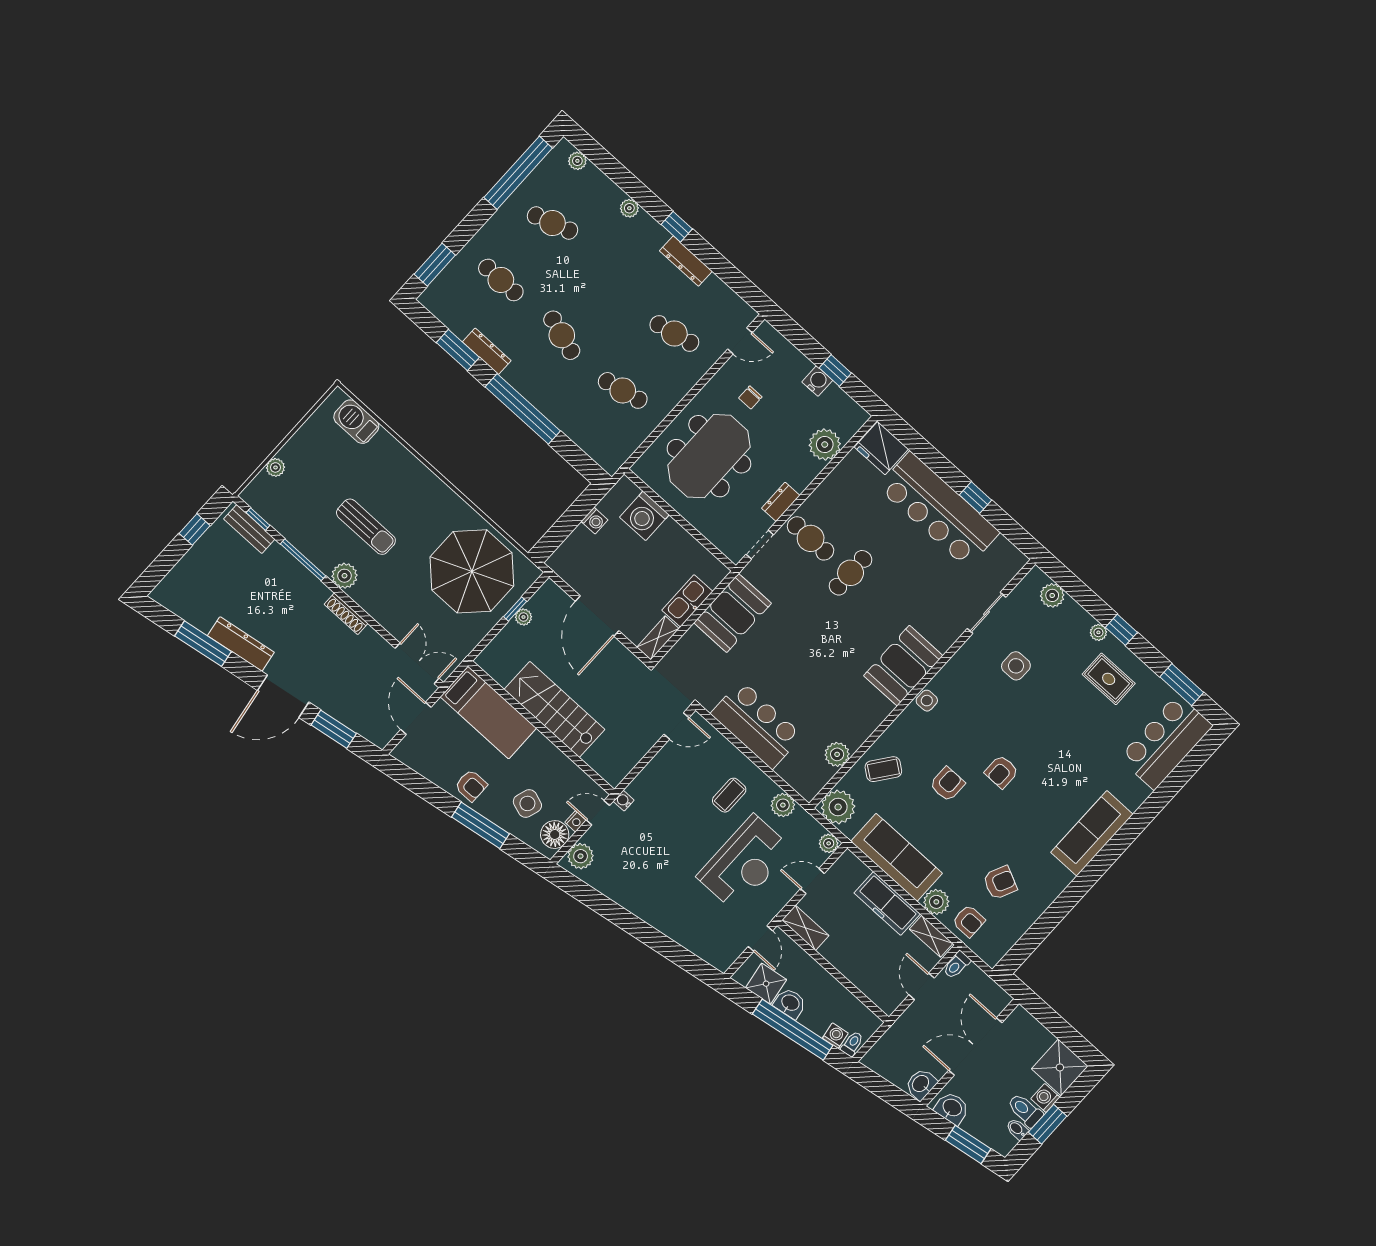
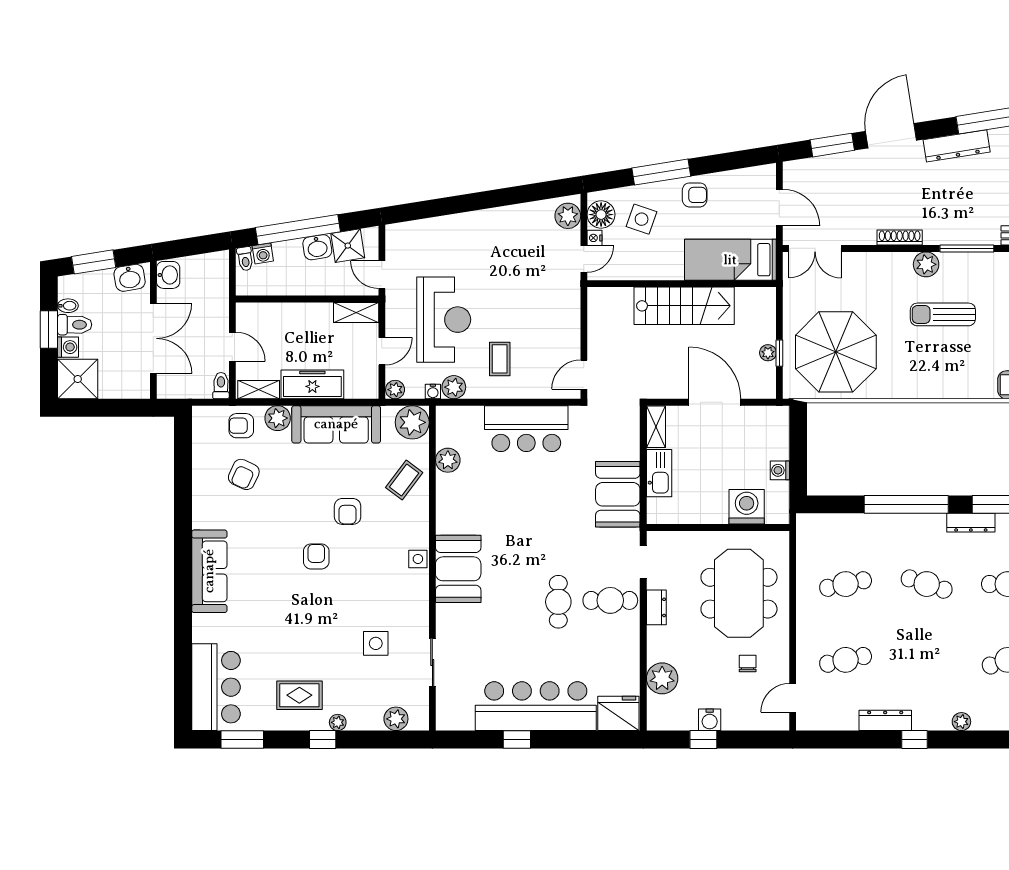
armchair: (471, 785) -> (695, 195), turned 180
water cooler: (624, 801) -> (433, 392), moved, turned 90
reception desk: (744, 863) -> (444, 320), turned 180

